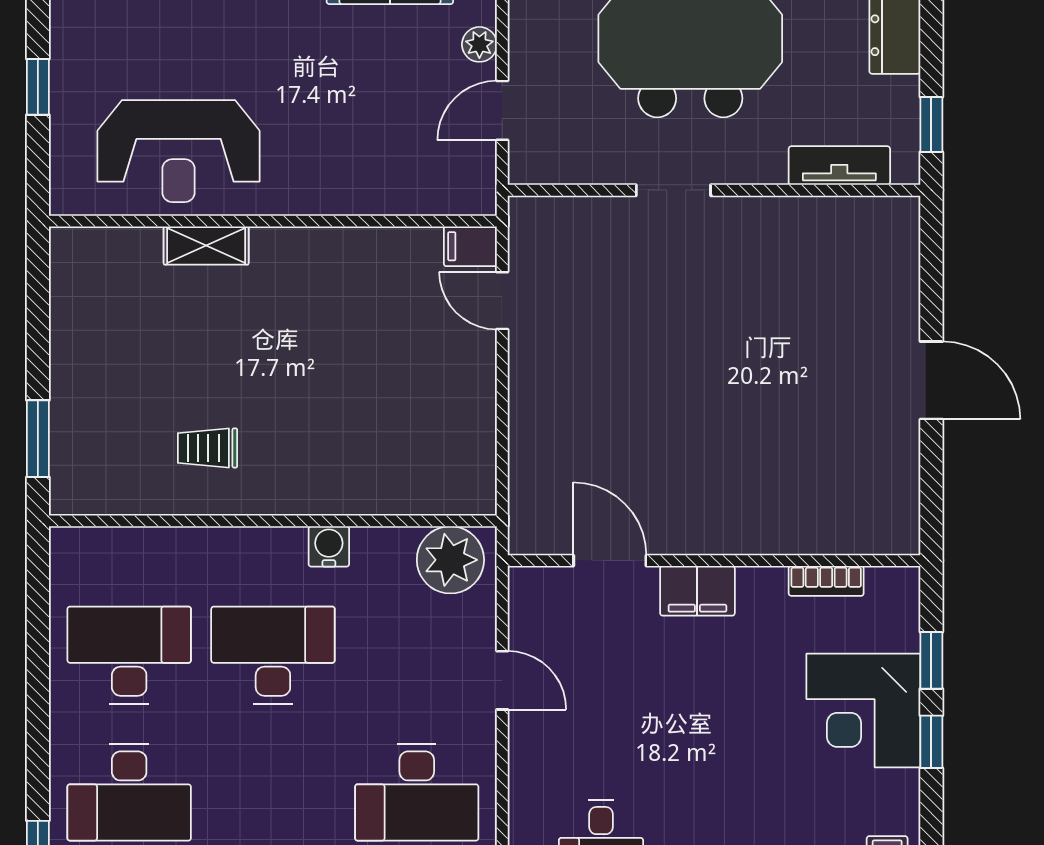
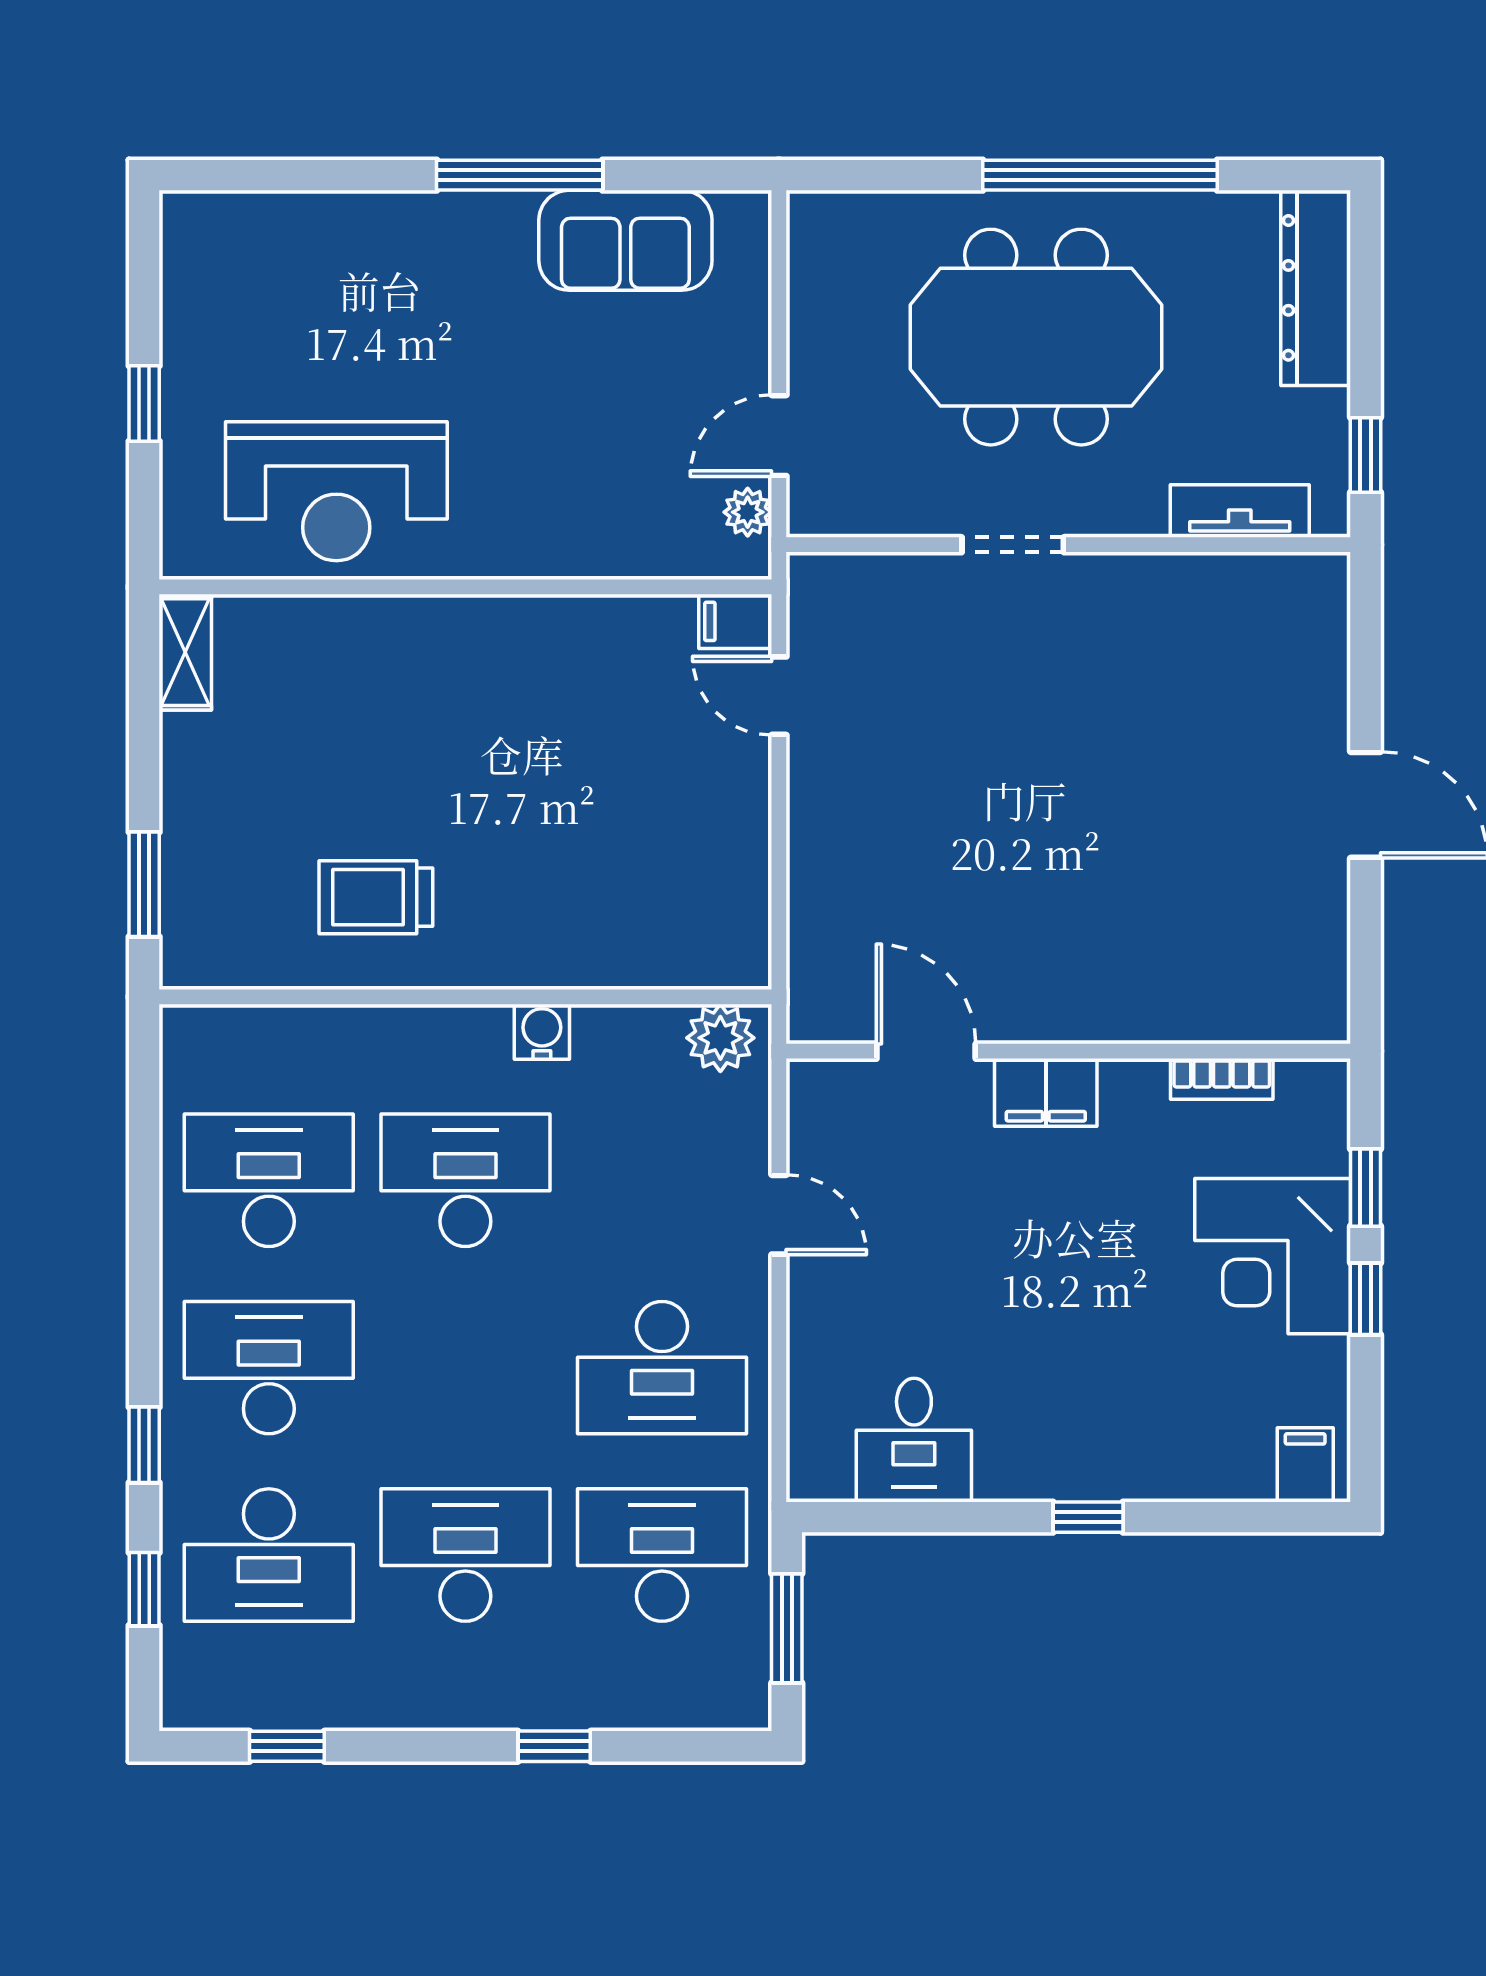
plant: (479, 44) -> (748, 512), moved
shelving: (206, 245) -> (185, 652), moved, turned 90
trolley: (207, 448) -> (376, 897), width x1.36, depth x1.39
plant: (450, 560) -> (720, 1038), width x0.73, depth x0.73
desk: (129, 792) -> (269, 1368), turned 180

